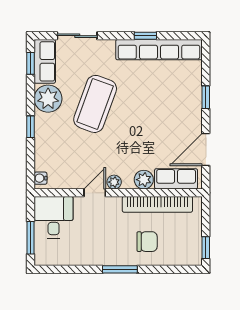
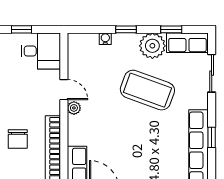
window: (31, 63) -> (171, 29), moved
water cooler: (40, 178) -> (105, 39), moved
plant: (144, 180) -> (76, 136), removed
window: (31, 238) -> (22, 29), width x0.67

